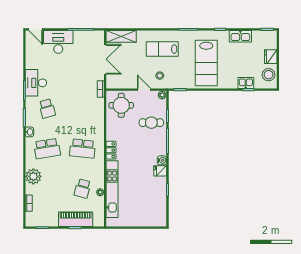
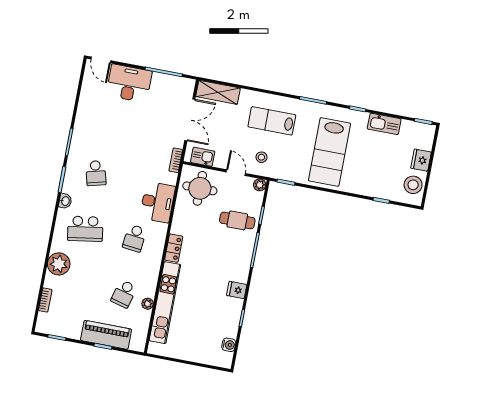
desk: (36, 83) -> (157, 202), moved, turned 180
kitchen sink: (246, 83) -> (203, 157), moved
school desk: (83, 149) -> (135, 238), width x0.54
water cooler: (162, 160) -> (229, 345), moved

